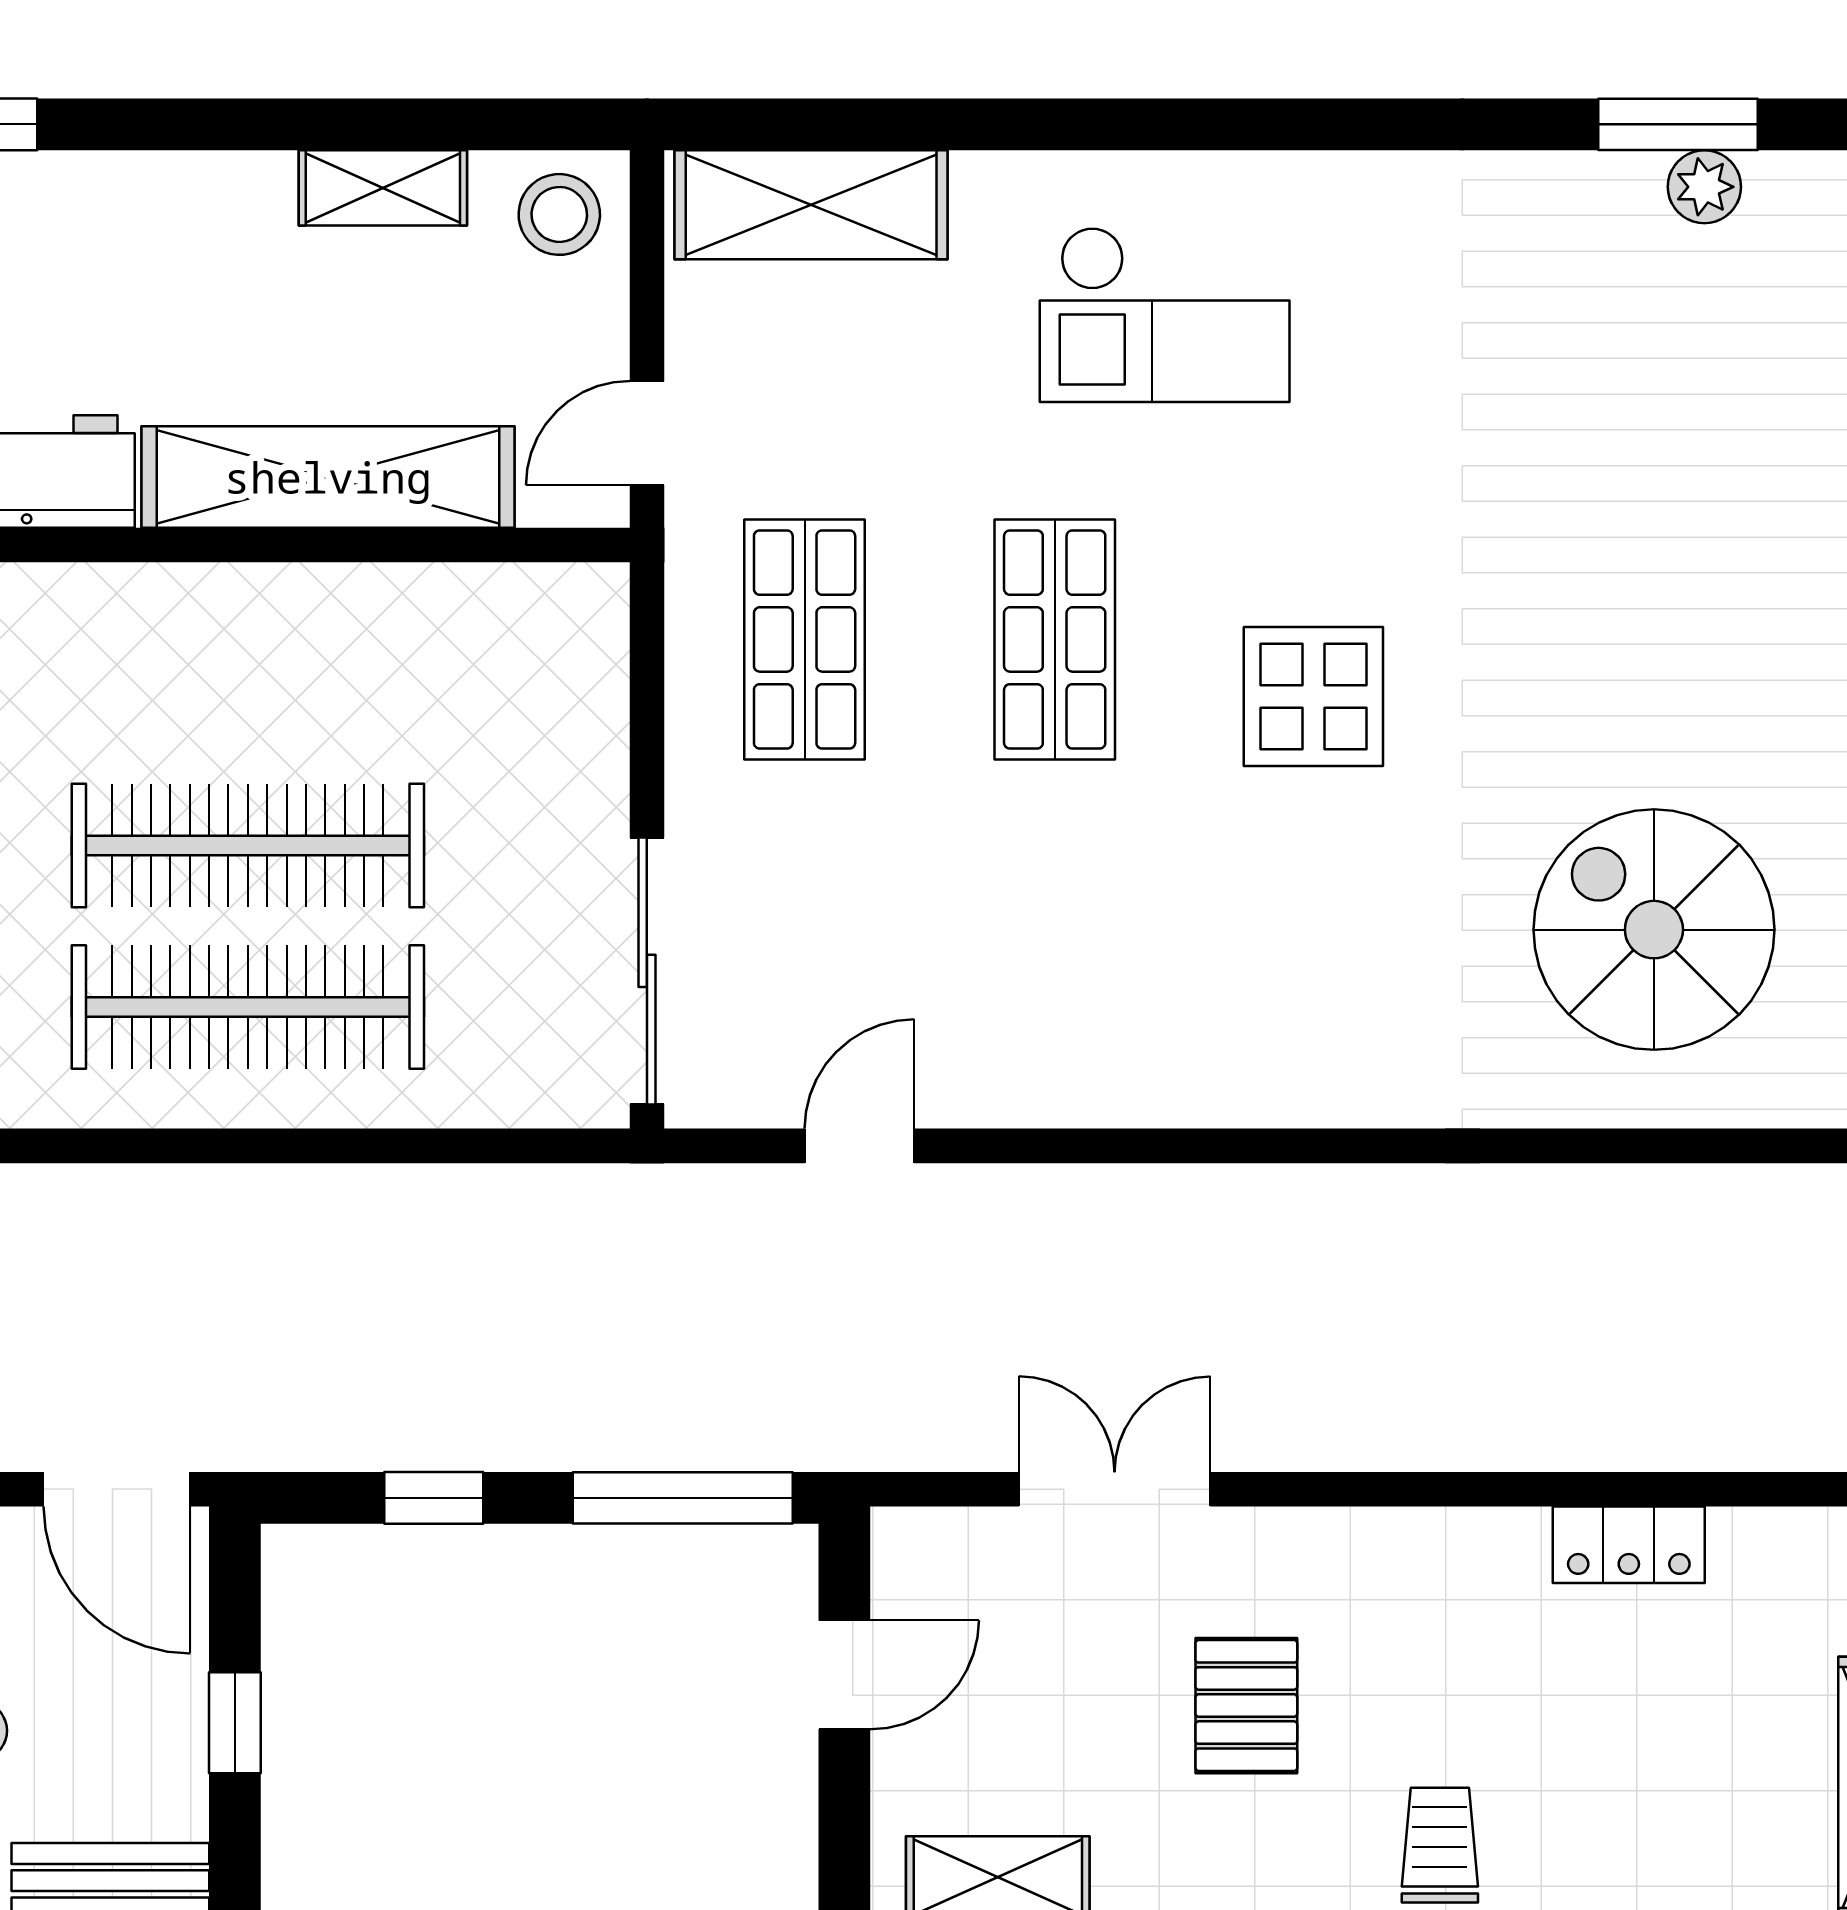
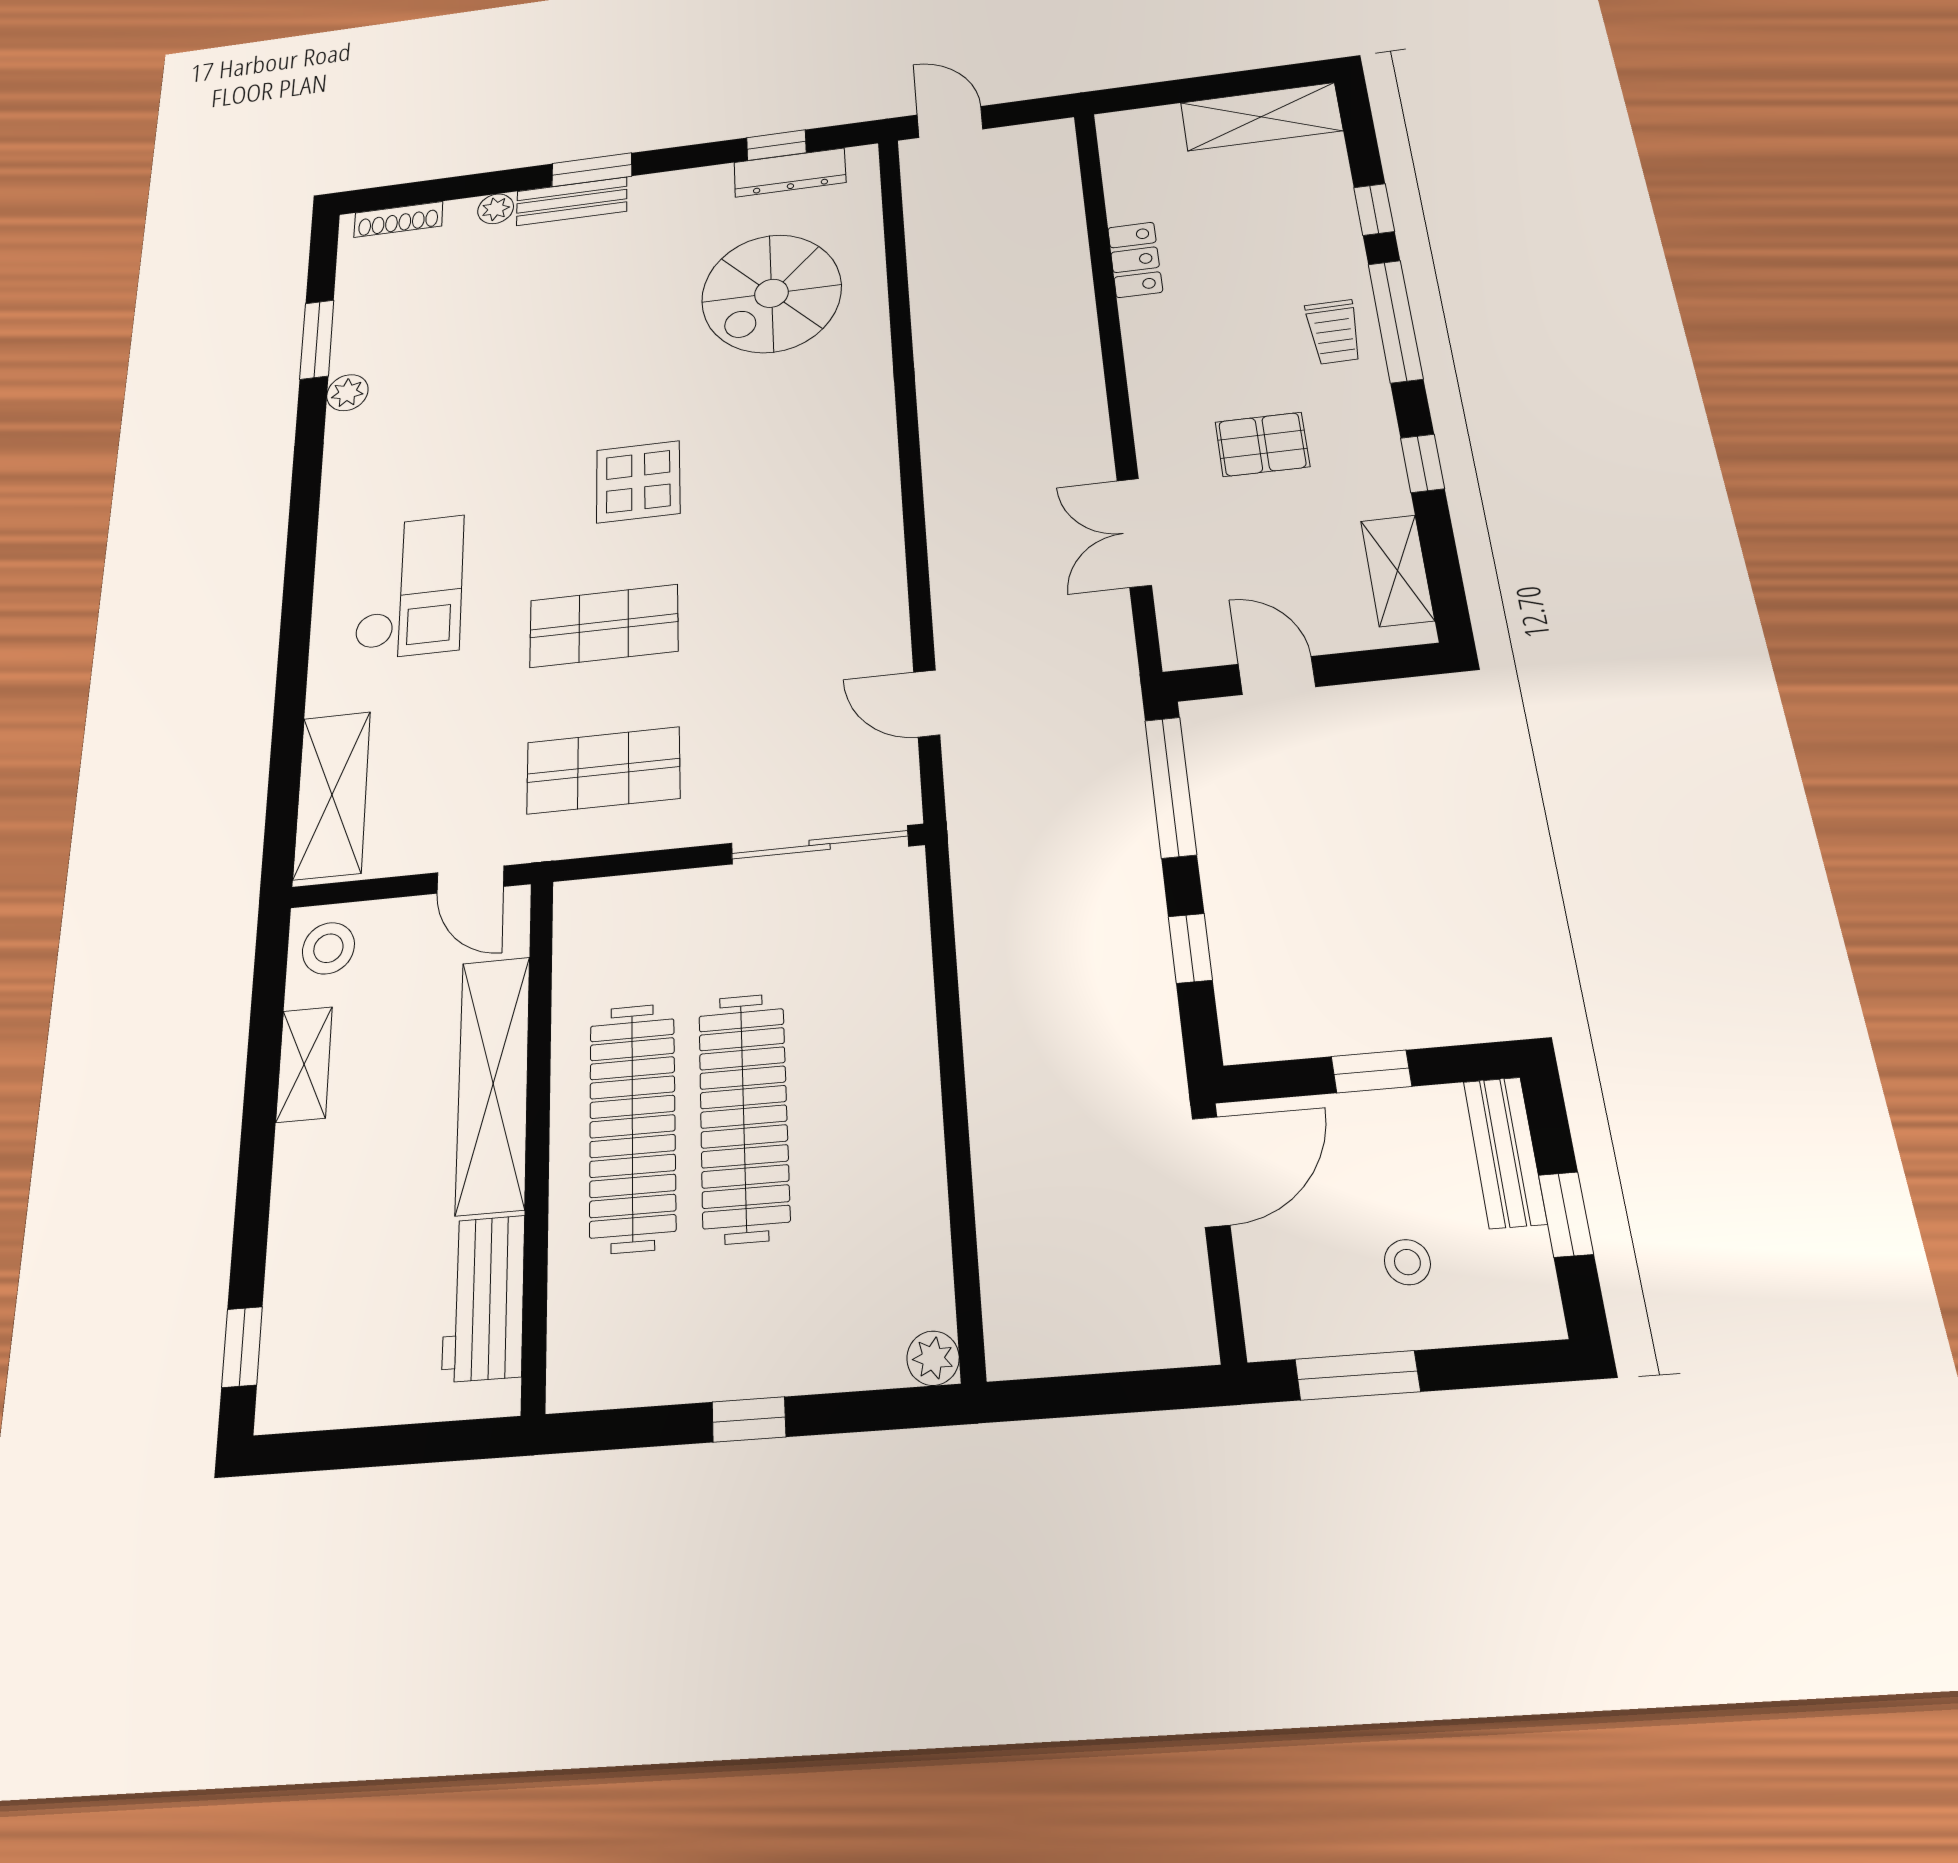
plant: (1704, 187) -> (347, 393), moved
clothes rail: (248, 1007) -> (632, 1126), moved
trolley: (1440, 1845) -> (1334, 332), turned -91

